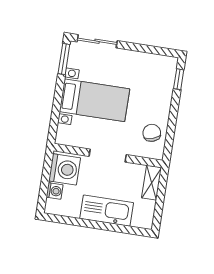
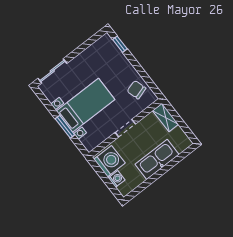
window: (64, 59) -> (65, 127), moved
doorway: (108, 156) -> (125, 128), width x0.73

